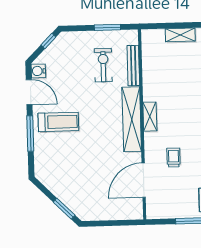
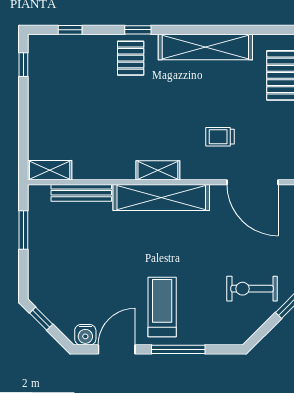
shelving: (180, 35) -> (50, 170), moved, turned 90
exercise bike: (103, 65) -> (252, 289), moved

